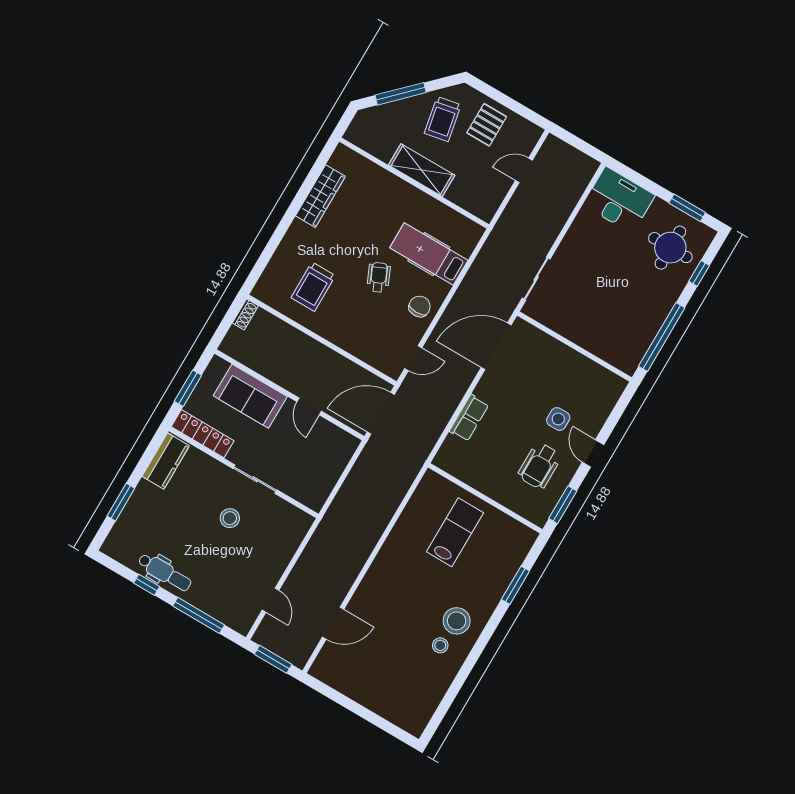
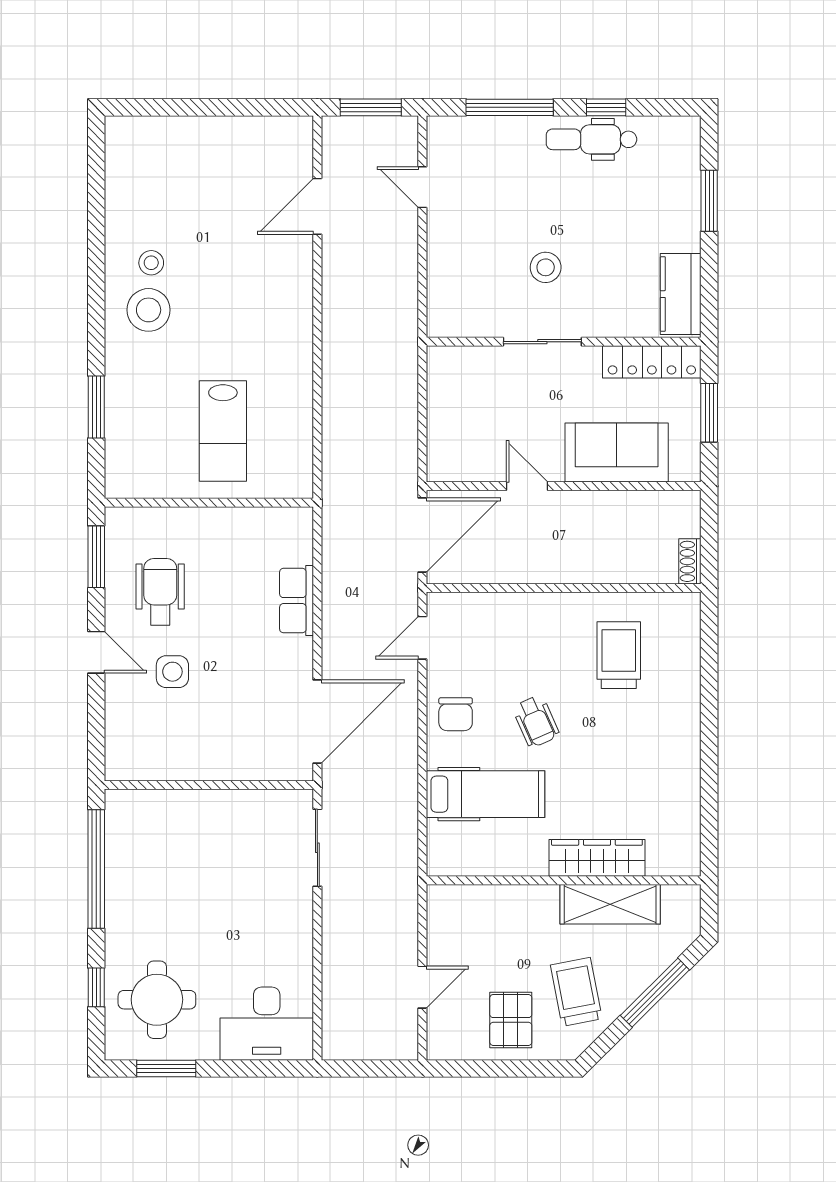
shelving: (422, 170) -> (610, 904), moved
wardrobe: (320, 196) -> (597, 858), moved, turned 90

